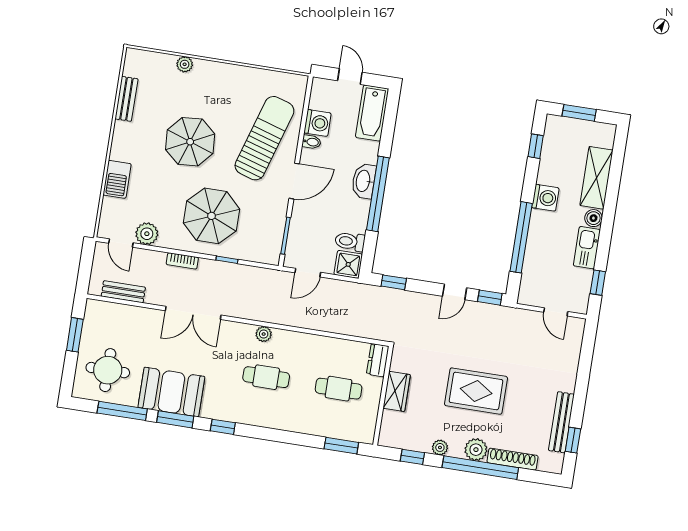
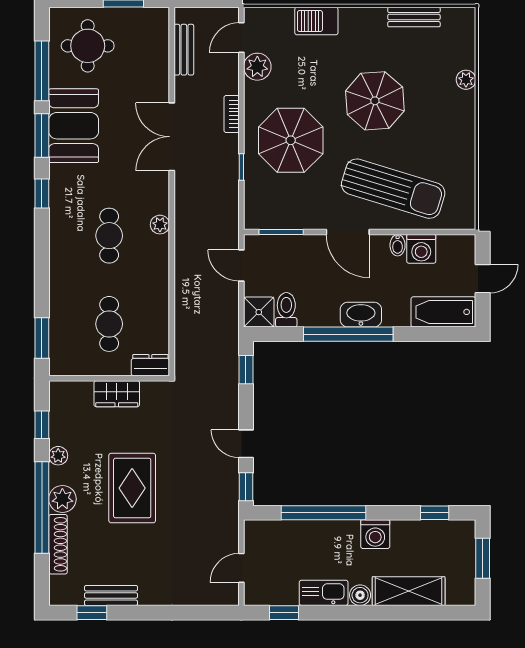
bench: (561, 422) -> (111, 595), width x0.73

